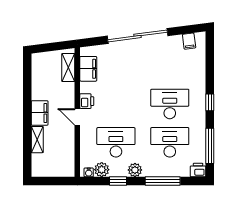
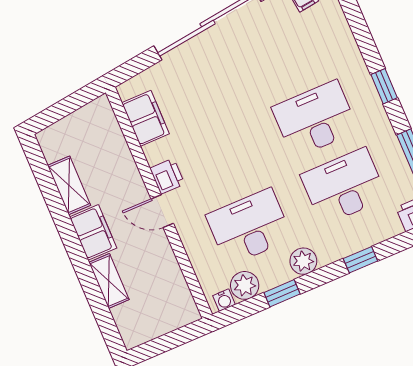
shelving: (68, 67) -> (69, 185), moved
window: (163, 181) -> (360, 260), width x0.46

